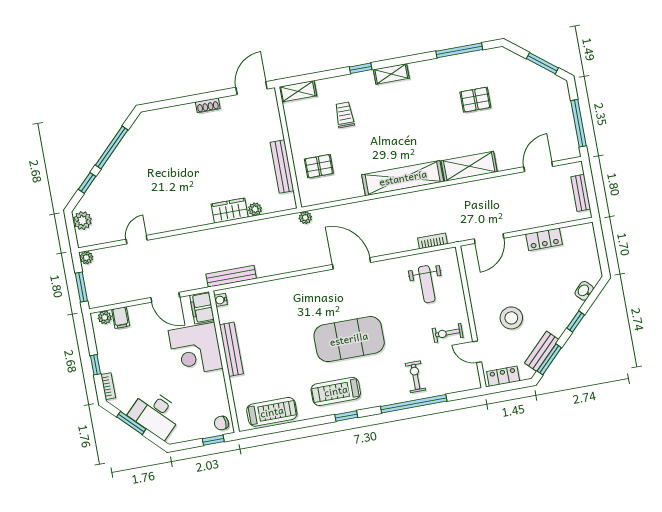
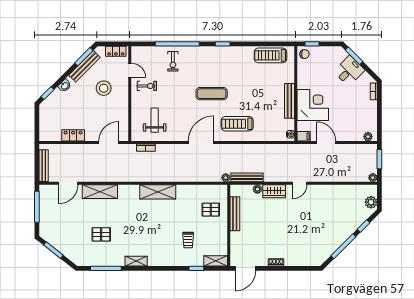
window: (361, 68) -> (196, 268), moved
shelving: (391, 74) -> (136, 261), moved
shelving: (469, 166) -> (100, 192), moved
shelving: (403, 178) -> (158, 192), width x0.68
bench: (581, 193) -> (44, 166), width x1.36
door: (137, 240) -> (300, 183), moved
door: (352, 263) -> (201, 142), swing flipped
bench: (231, 276) -> (247, 177), moved
washbasin: (584, 291) -> (65, 86), moved
filing cabinet: (202, 308) -> (304, 136), width x0.50
filing cabinet: (121, 318) -> (358, 135), removed
window: (576, 321) -> (47, 93), moved
exercise mat: (349, 339) -> (212, 94), width x0.50, depth x0.69
bench: (542, 351) -> (84, 66), width x1.36
window: (96, 365) -> (379, 107), removed
treadmill: (336, 391) -> (237, 124), moved, turned 180
desk: (156, 414) -> (349, 71), width x0.73
window: (131, 423) -> (354, 56), moved

